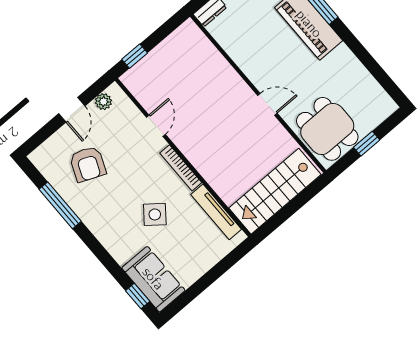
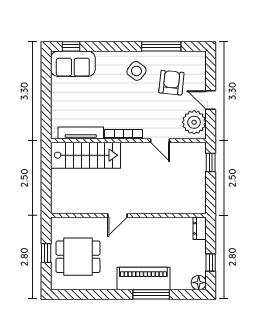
plant: (103, 102) -> (194, 122), width x1.88, depth x1.88
dining table: (327, 129) -> (78, 257), moved
armchair: (88, 164) -> (171, 83), turned 73
stairs: (275, 191) -> (85, 155), moved, turned 90
side table: (155, 214) -> (136, 71), moved

